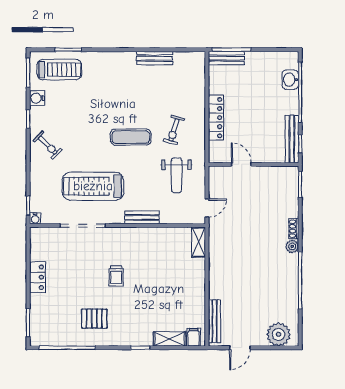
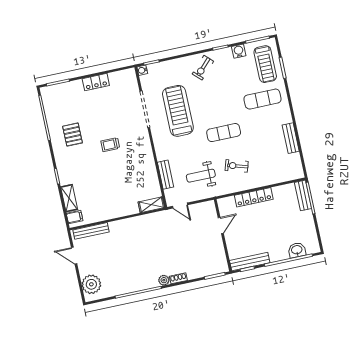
exercise mat: (101, 82) -> (263, 99), added
exercise mat: (131, 137) -> (224, 133), turned 90
bench: (142, 217) -> (165, 175), moved

